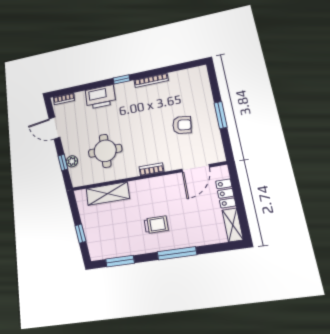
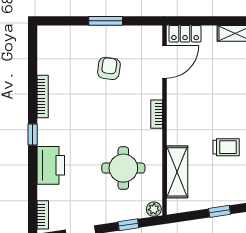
plant: (72, 161) -> (154, 209), moved
door: (196, 168) -> (165, 62), hinge flipped
locker: (226, 193) -> (185, 34), moved
trolley: (156, 225) -> (226, 147), moved, turned 90

